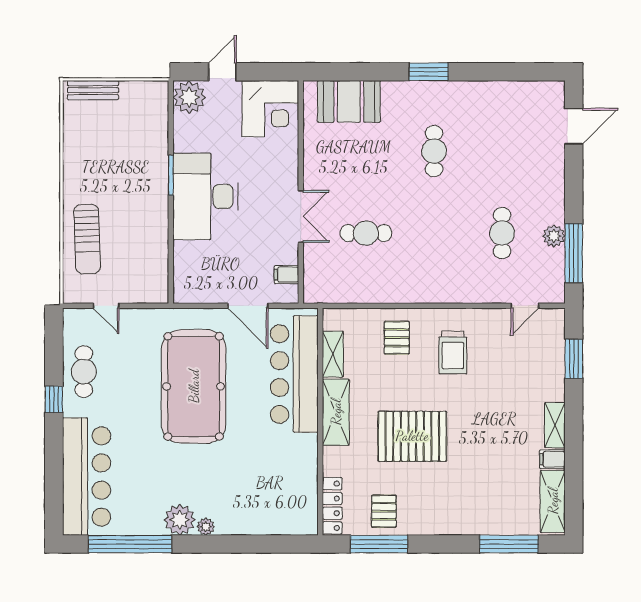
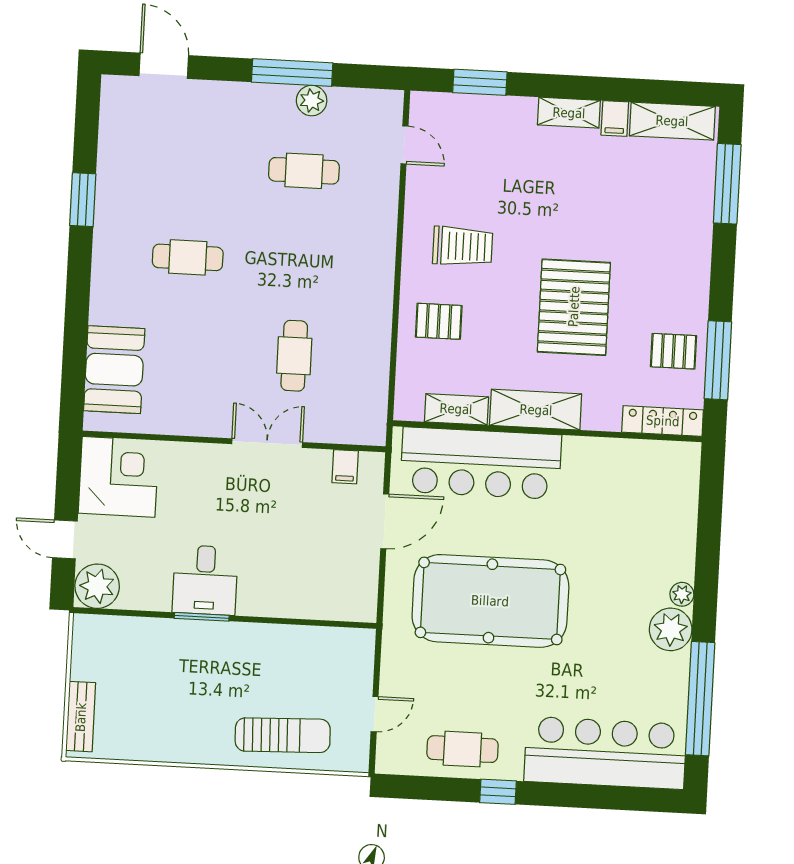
window: (429, 72) -> (83, 200), moved
desk: (205, 196) -> (205, 580), width x0.53, depth x0.77
window: (574, 253) -> (292, 72), moved

